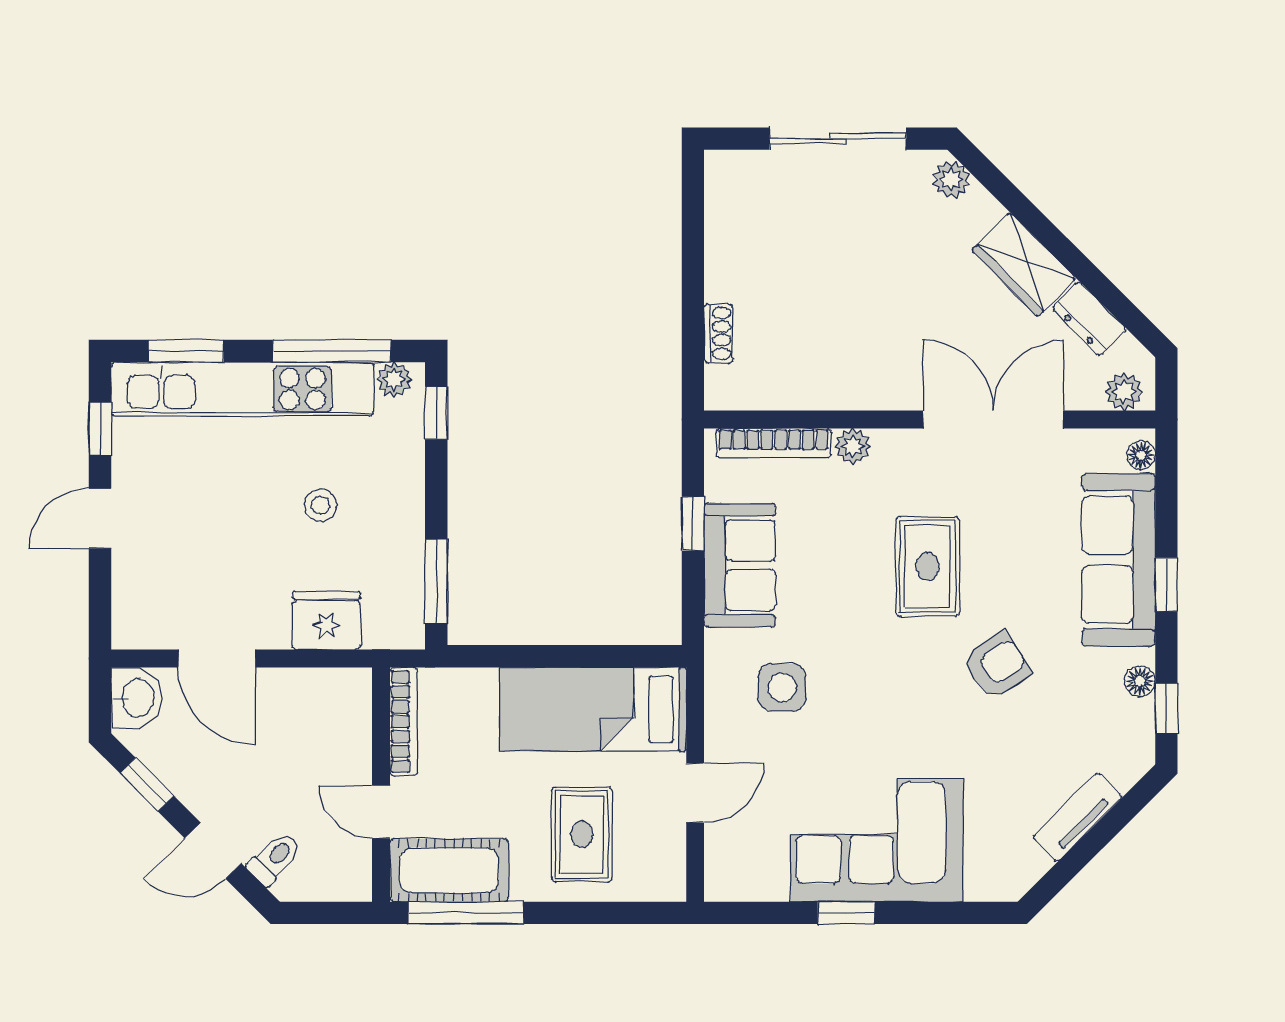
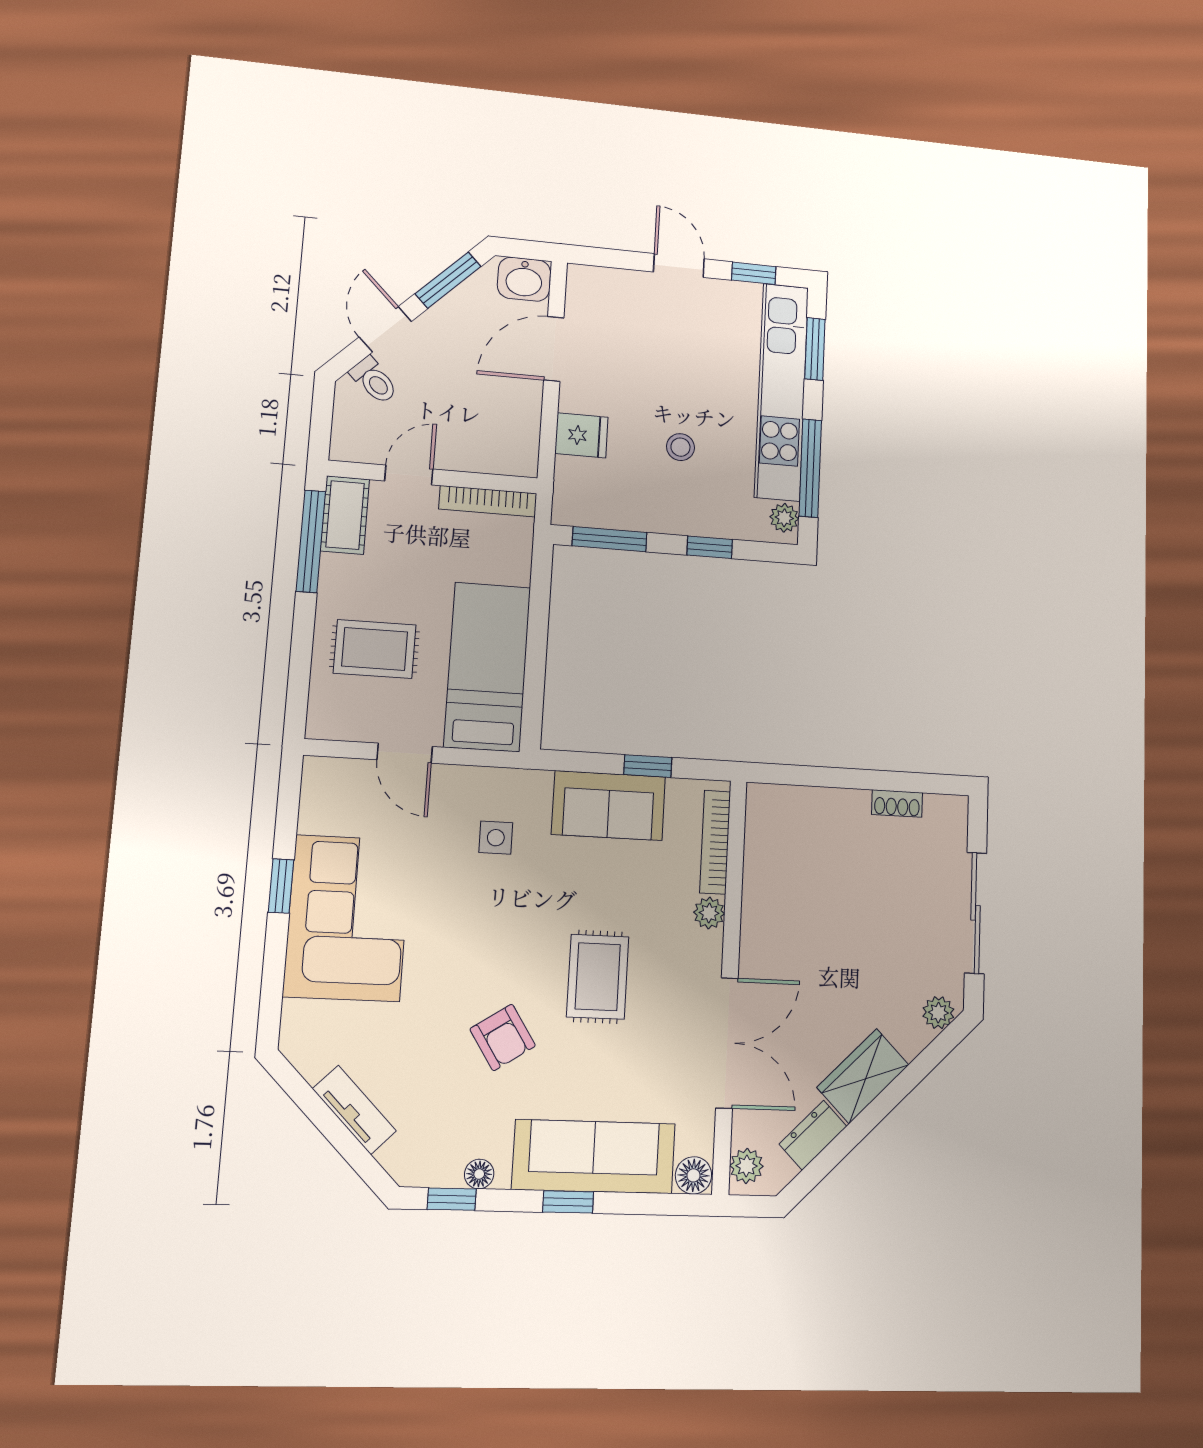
shoe rack: (718, 333) -> (897, 803), moved
window: (436, 413) -> (710, 547), moved
floor lamp: (1141, 455) -> (693, 1175), width x1.37, depth x1.37
rug: (928, 566) -> (598, 977), turned 90
fridge: (326, 620) -> (581, 435), width x0.72
side table: (782, 687) -> (496, 838), width x0.73, depth x0.73
window: (147, 785) -> (448, 280), width x1.50
cot: (449, 870) -> (345, 515), width x0.73, depth x0.75

